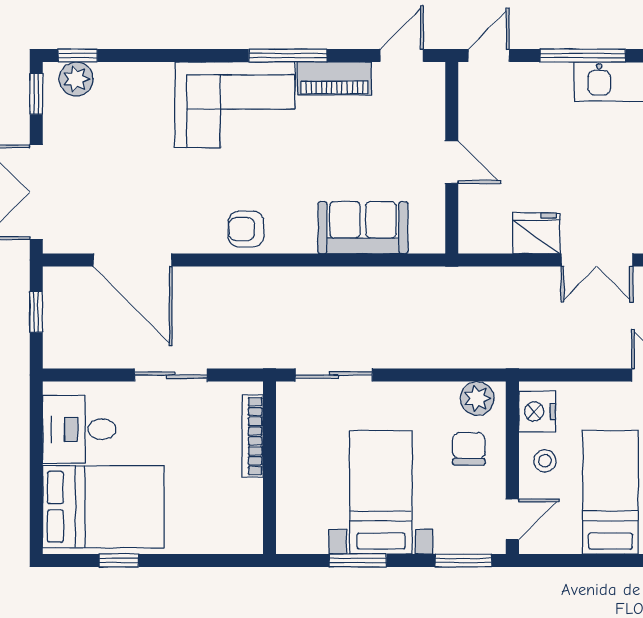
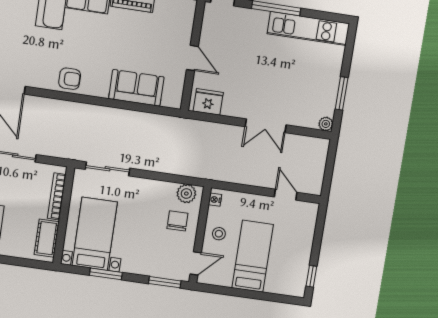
armchair: (246, 229) -> (70, 79), turned 180
fridge: (536, 233) -> (208, 102), moved
nightstand: (537, 411) -> (215, 200), width x0.53, depth x0.56
bed with nightstands: (381, 492) -> (95, 234), moved
cot: (246, 512) -> (47, 238), added

